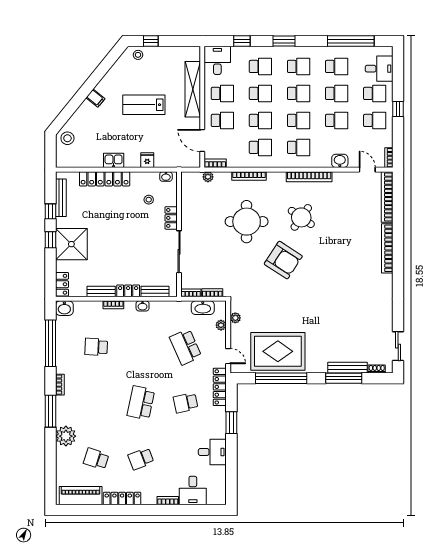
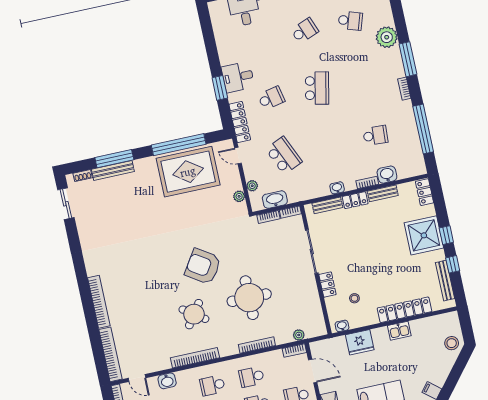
fridge: (147, 160) -> (360, 342), width x1.88, depth x1.34
washbasin: (64, 308) -> (387, 175), moved
desk: (212, 452) -> (238, 77), moved

